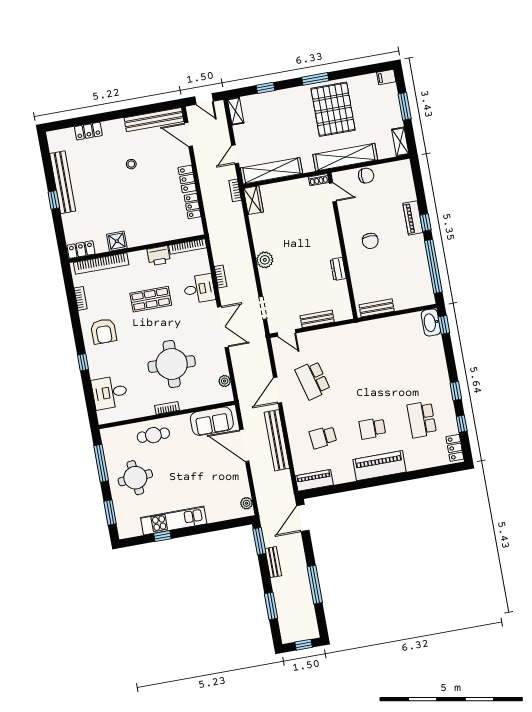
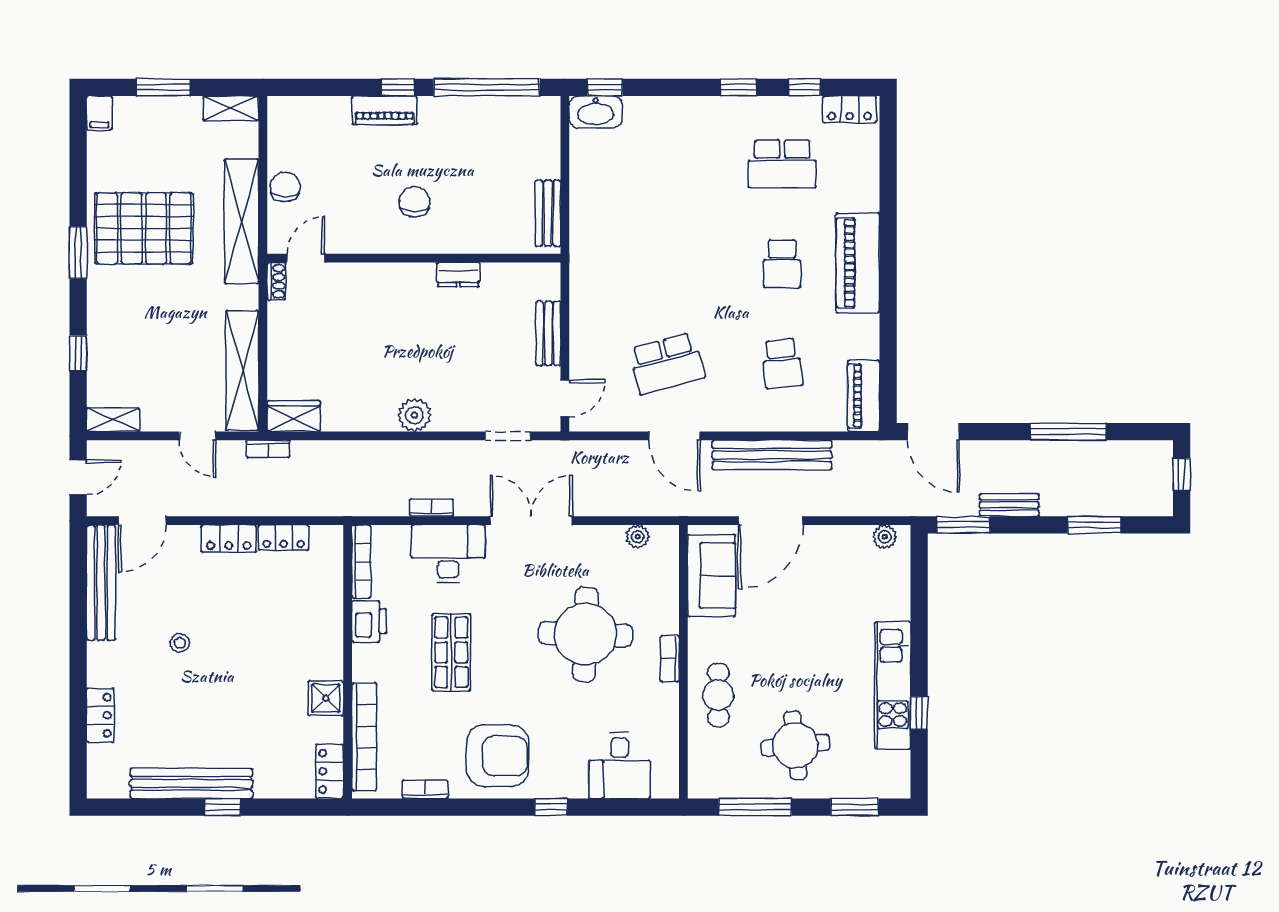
chair: (370, 241) -> (414, 202), turned -90
desk: (199, 289) -> (448, 554), width x1.37
armchair: (104, 331) -> (498, 756), width x1.36, depth x1.36

